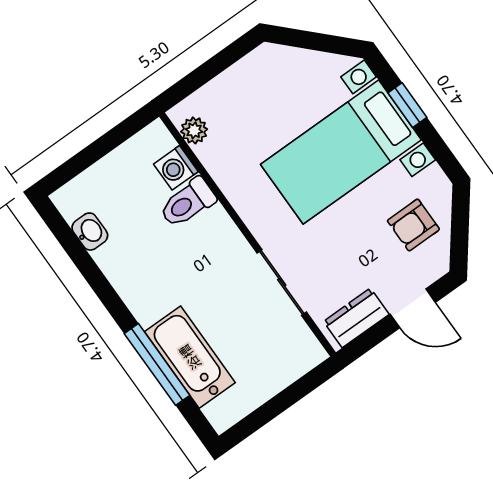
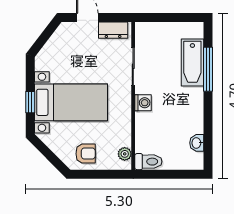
washing machine: (176, 168) -> (143, 103), moved
toilet: (188, 203) -> (148, 162), moved
armchair: (413, 225) -> (86, 154), moved

